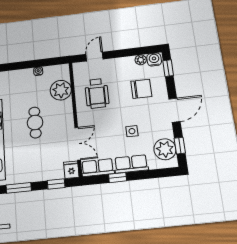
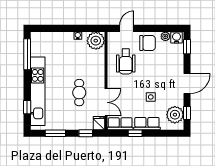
chair: (141, 89) -> (147, 43), moved
plant: (61, 90) -> (96, 41), moved
cafe table: (35, 122) -> (79, 93), moved

